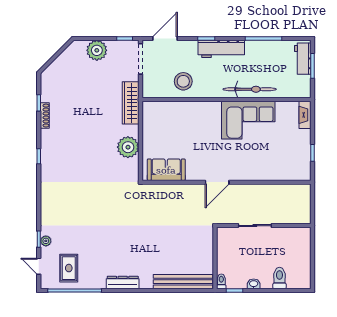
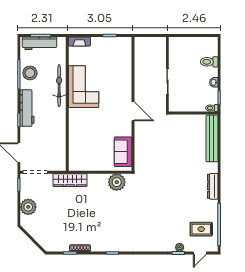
workbench: (303, 59) -> (39, 43), width x1.38
stool: (183, 81) -> (30, 73), moved
plant: (128, 147) -> (117, 182), moved

